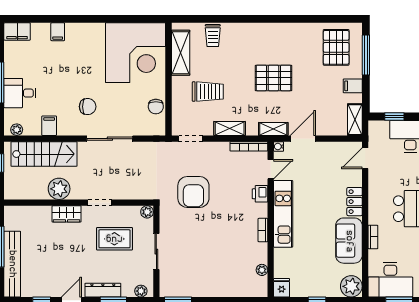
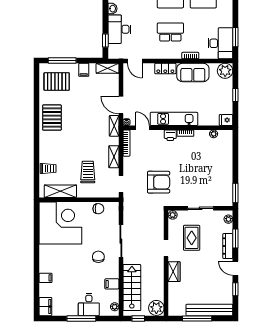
pallet: (274, 78) -> (52, 118), moved
plant: (59, 189) -> (156, 308), moved
printer: (260, 194) -> (170, 135), moved

